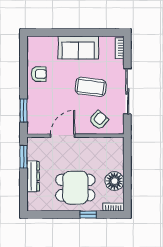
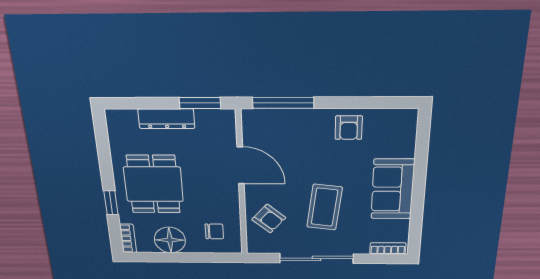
window: (24, 110) -> (283, 103), width x1.44
chair: (108, 153) -> (214, 231), added

